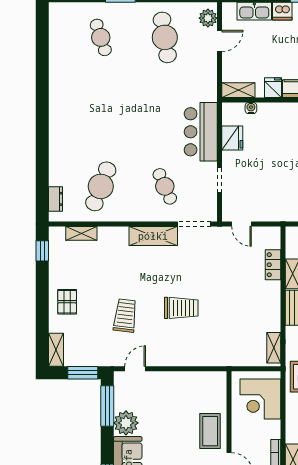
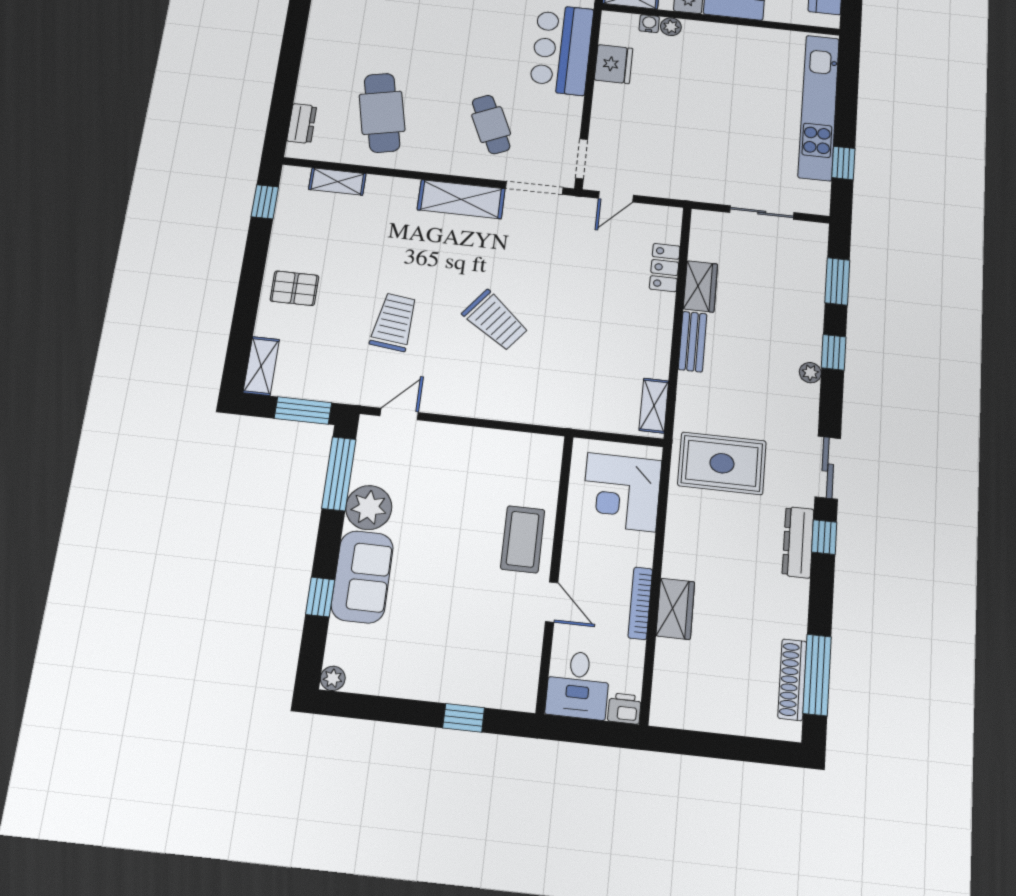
plant: (264, 109) -> (671, 27), added
doorway: (219, 180) -> (582, 159), moved
cafe table: (101, 186) -> (382, 113), turned -33
door: (241, 224) -> (616, 197), hinge flipped
pallet: (67, 302) -> (294, 288), turned 90
trolley: (181, 308) -> (495, 320), turned 38

